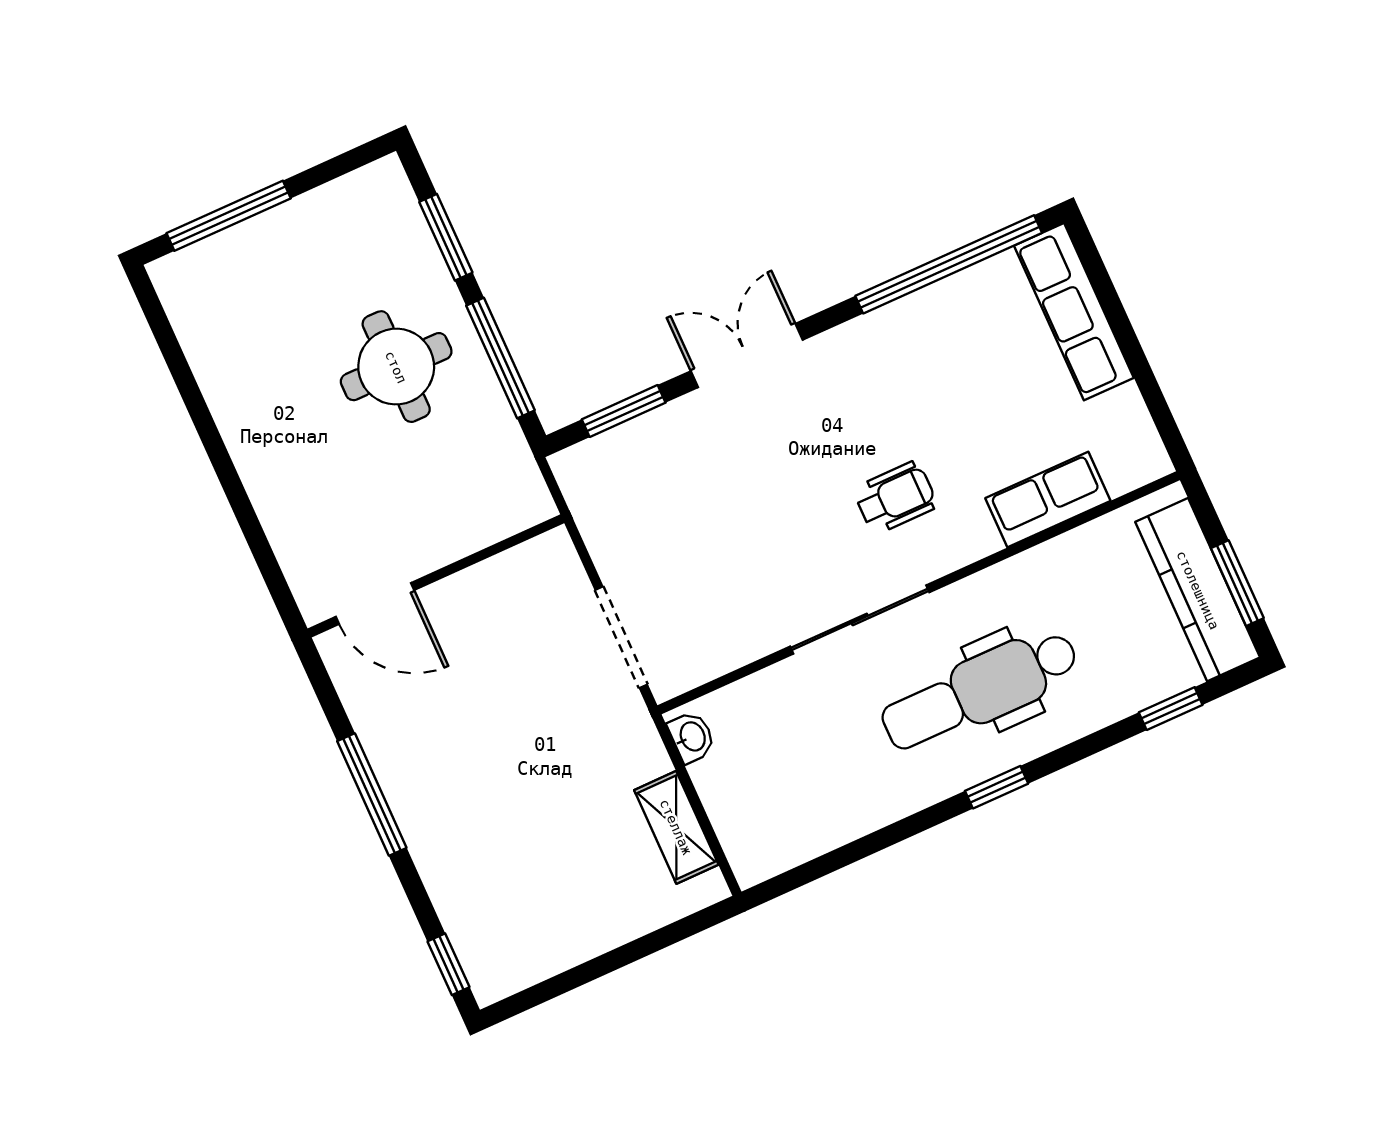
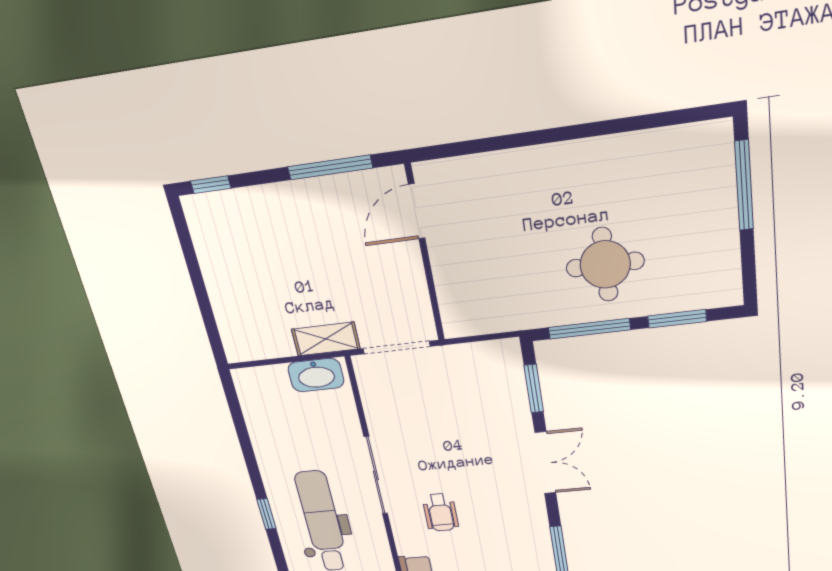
wall: (436, 576) -> (425, 255), moved
door: (375, 603) -> (417, 211), moved
washbasin: (692, 737) -> (316, 375), width x1.91, depth x1.45
shelving: (676, 827) -> (326, 339), moved

